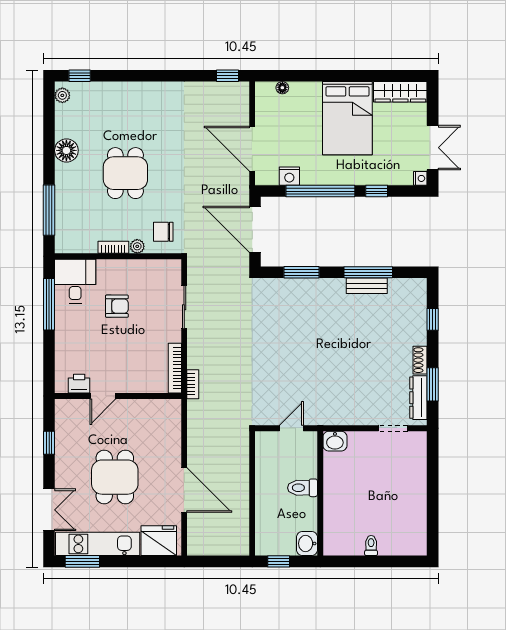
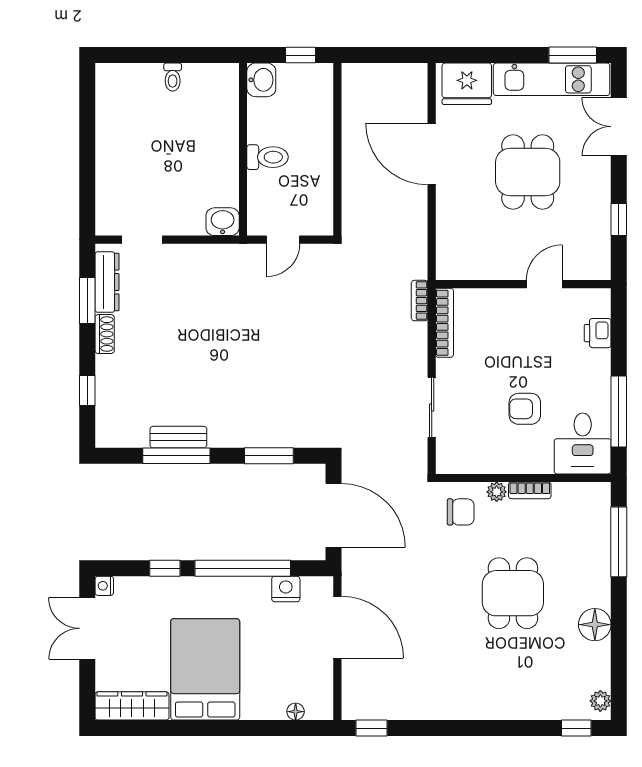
printer: (79, 384) -> (598, 333), moved, turned 90

